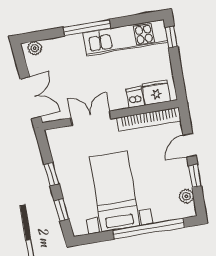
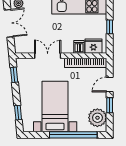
window: (171, 37) -> (110, 27), moved
double door: (30, 98) -> (9, 23), moved
window: (52, 174) -> (14, 75), moved
plant: (186, 196) -> (97, 118), width x1.88, depth x1.88

